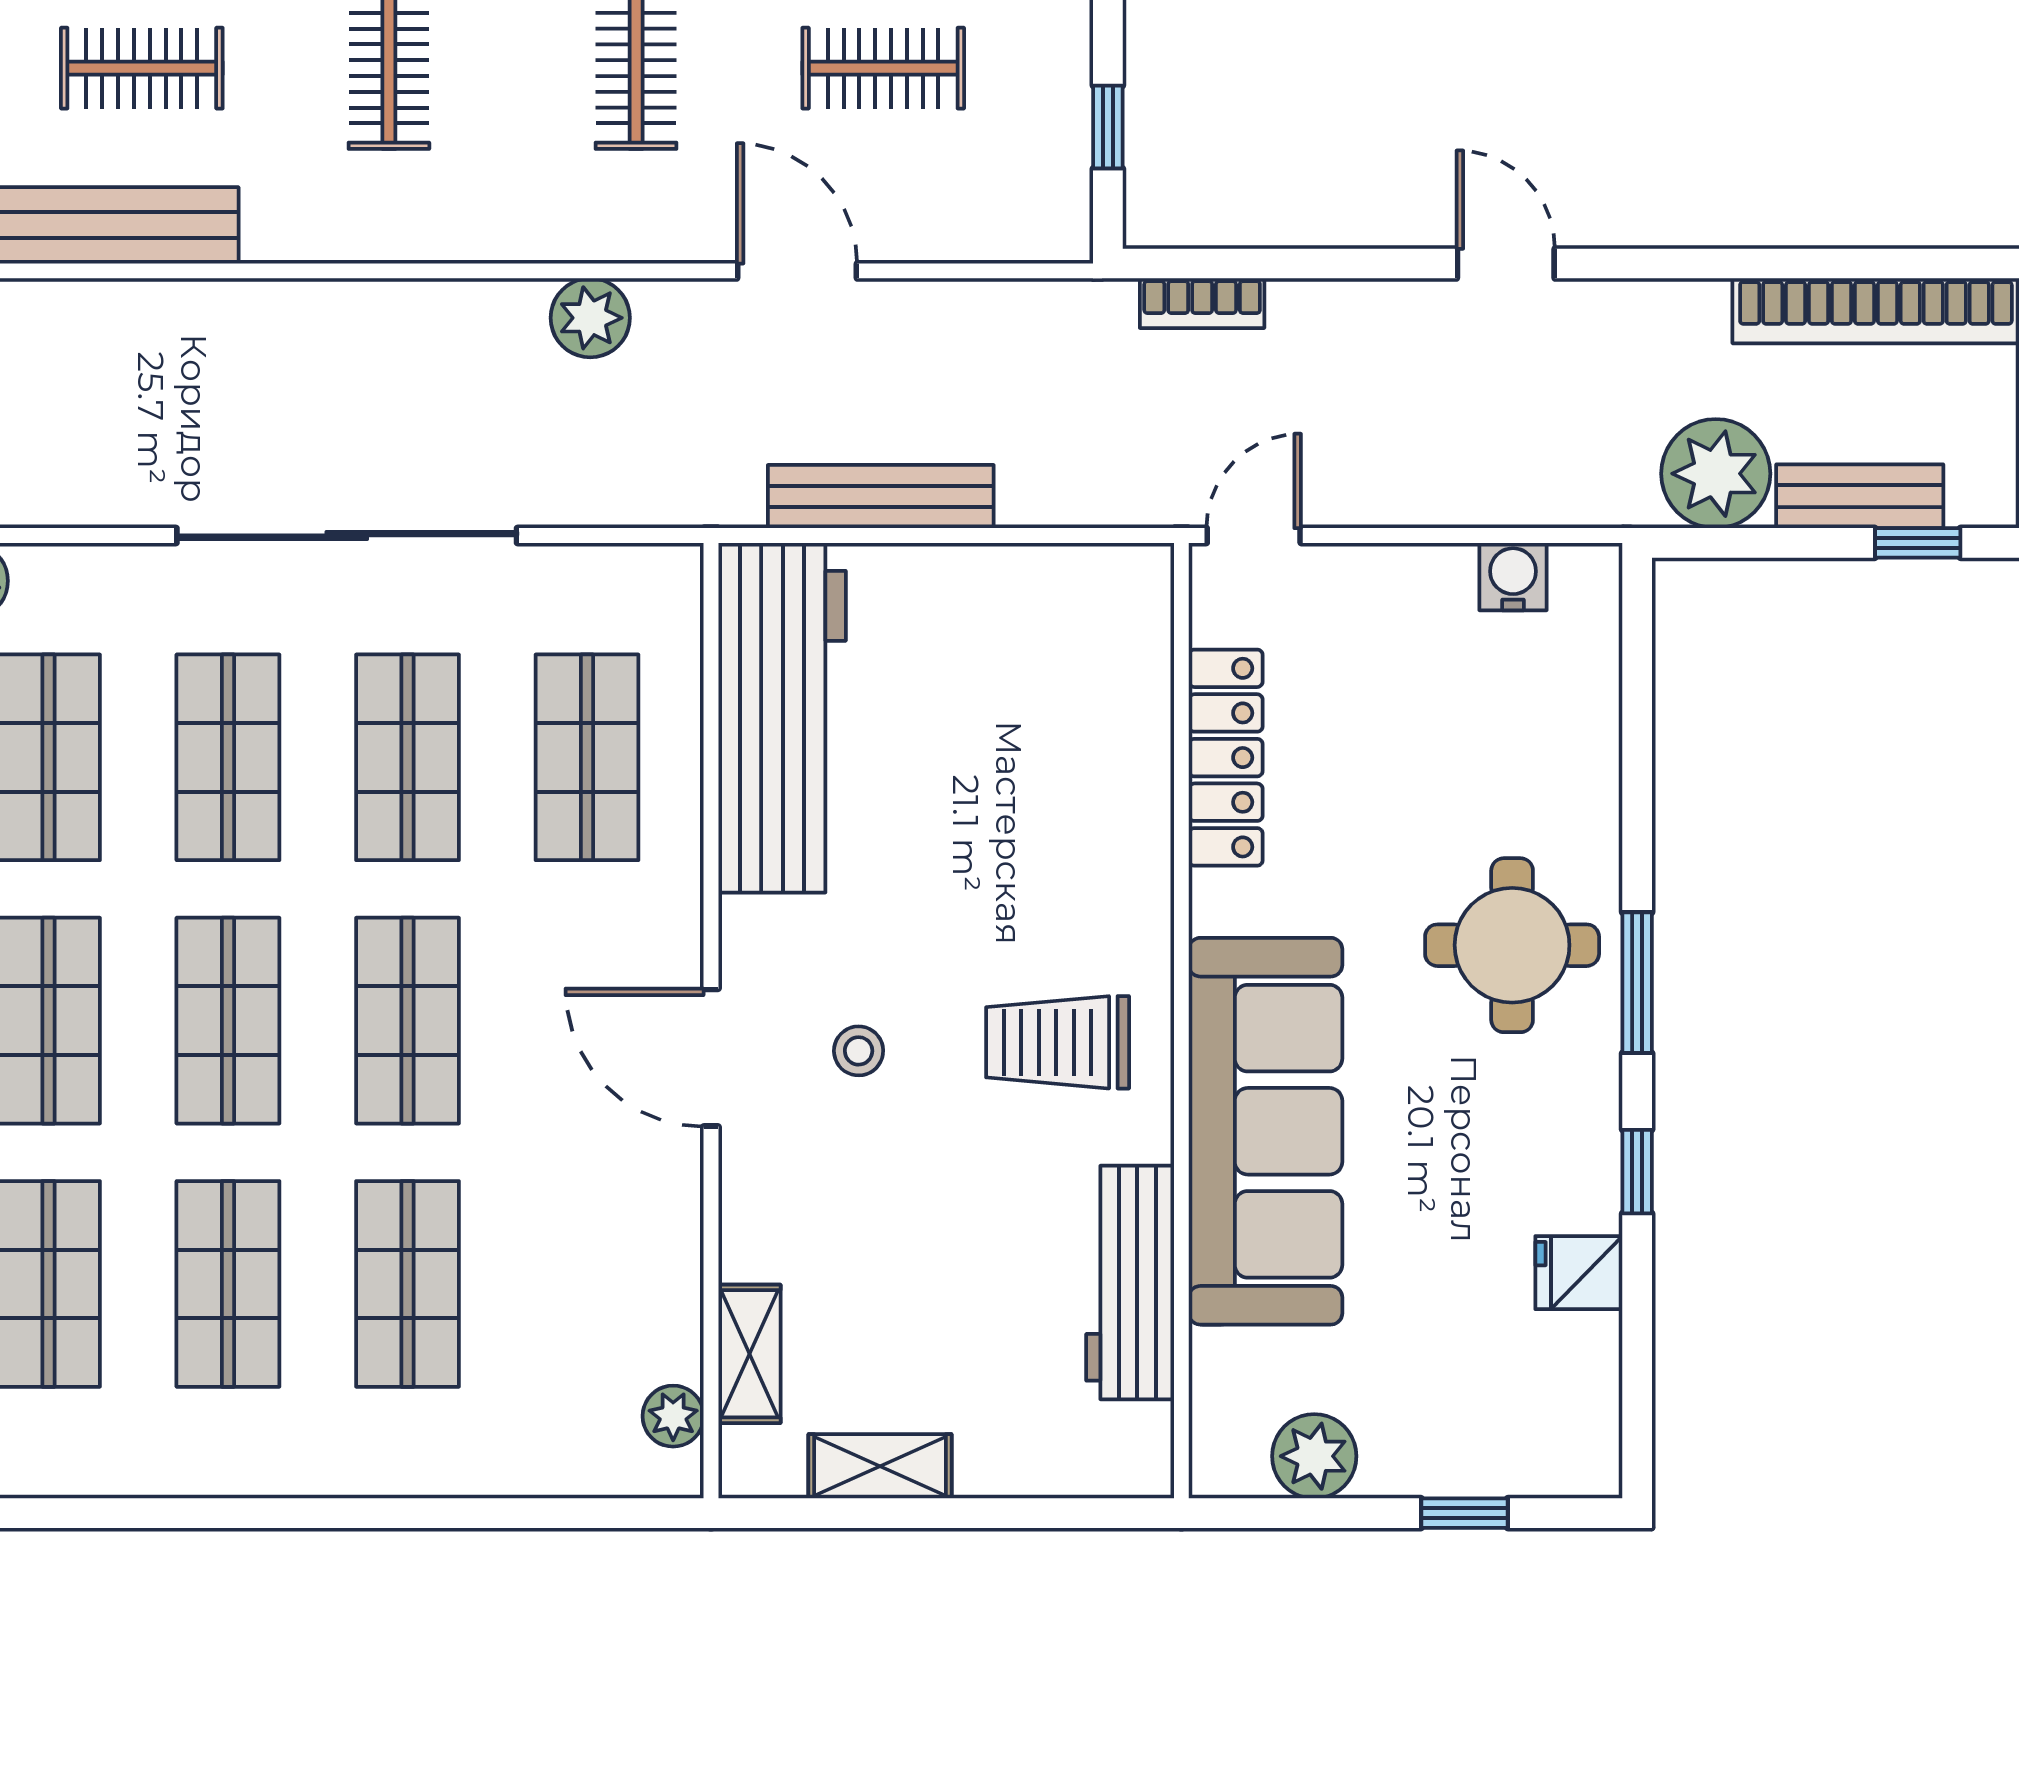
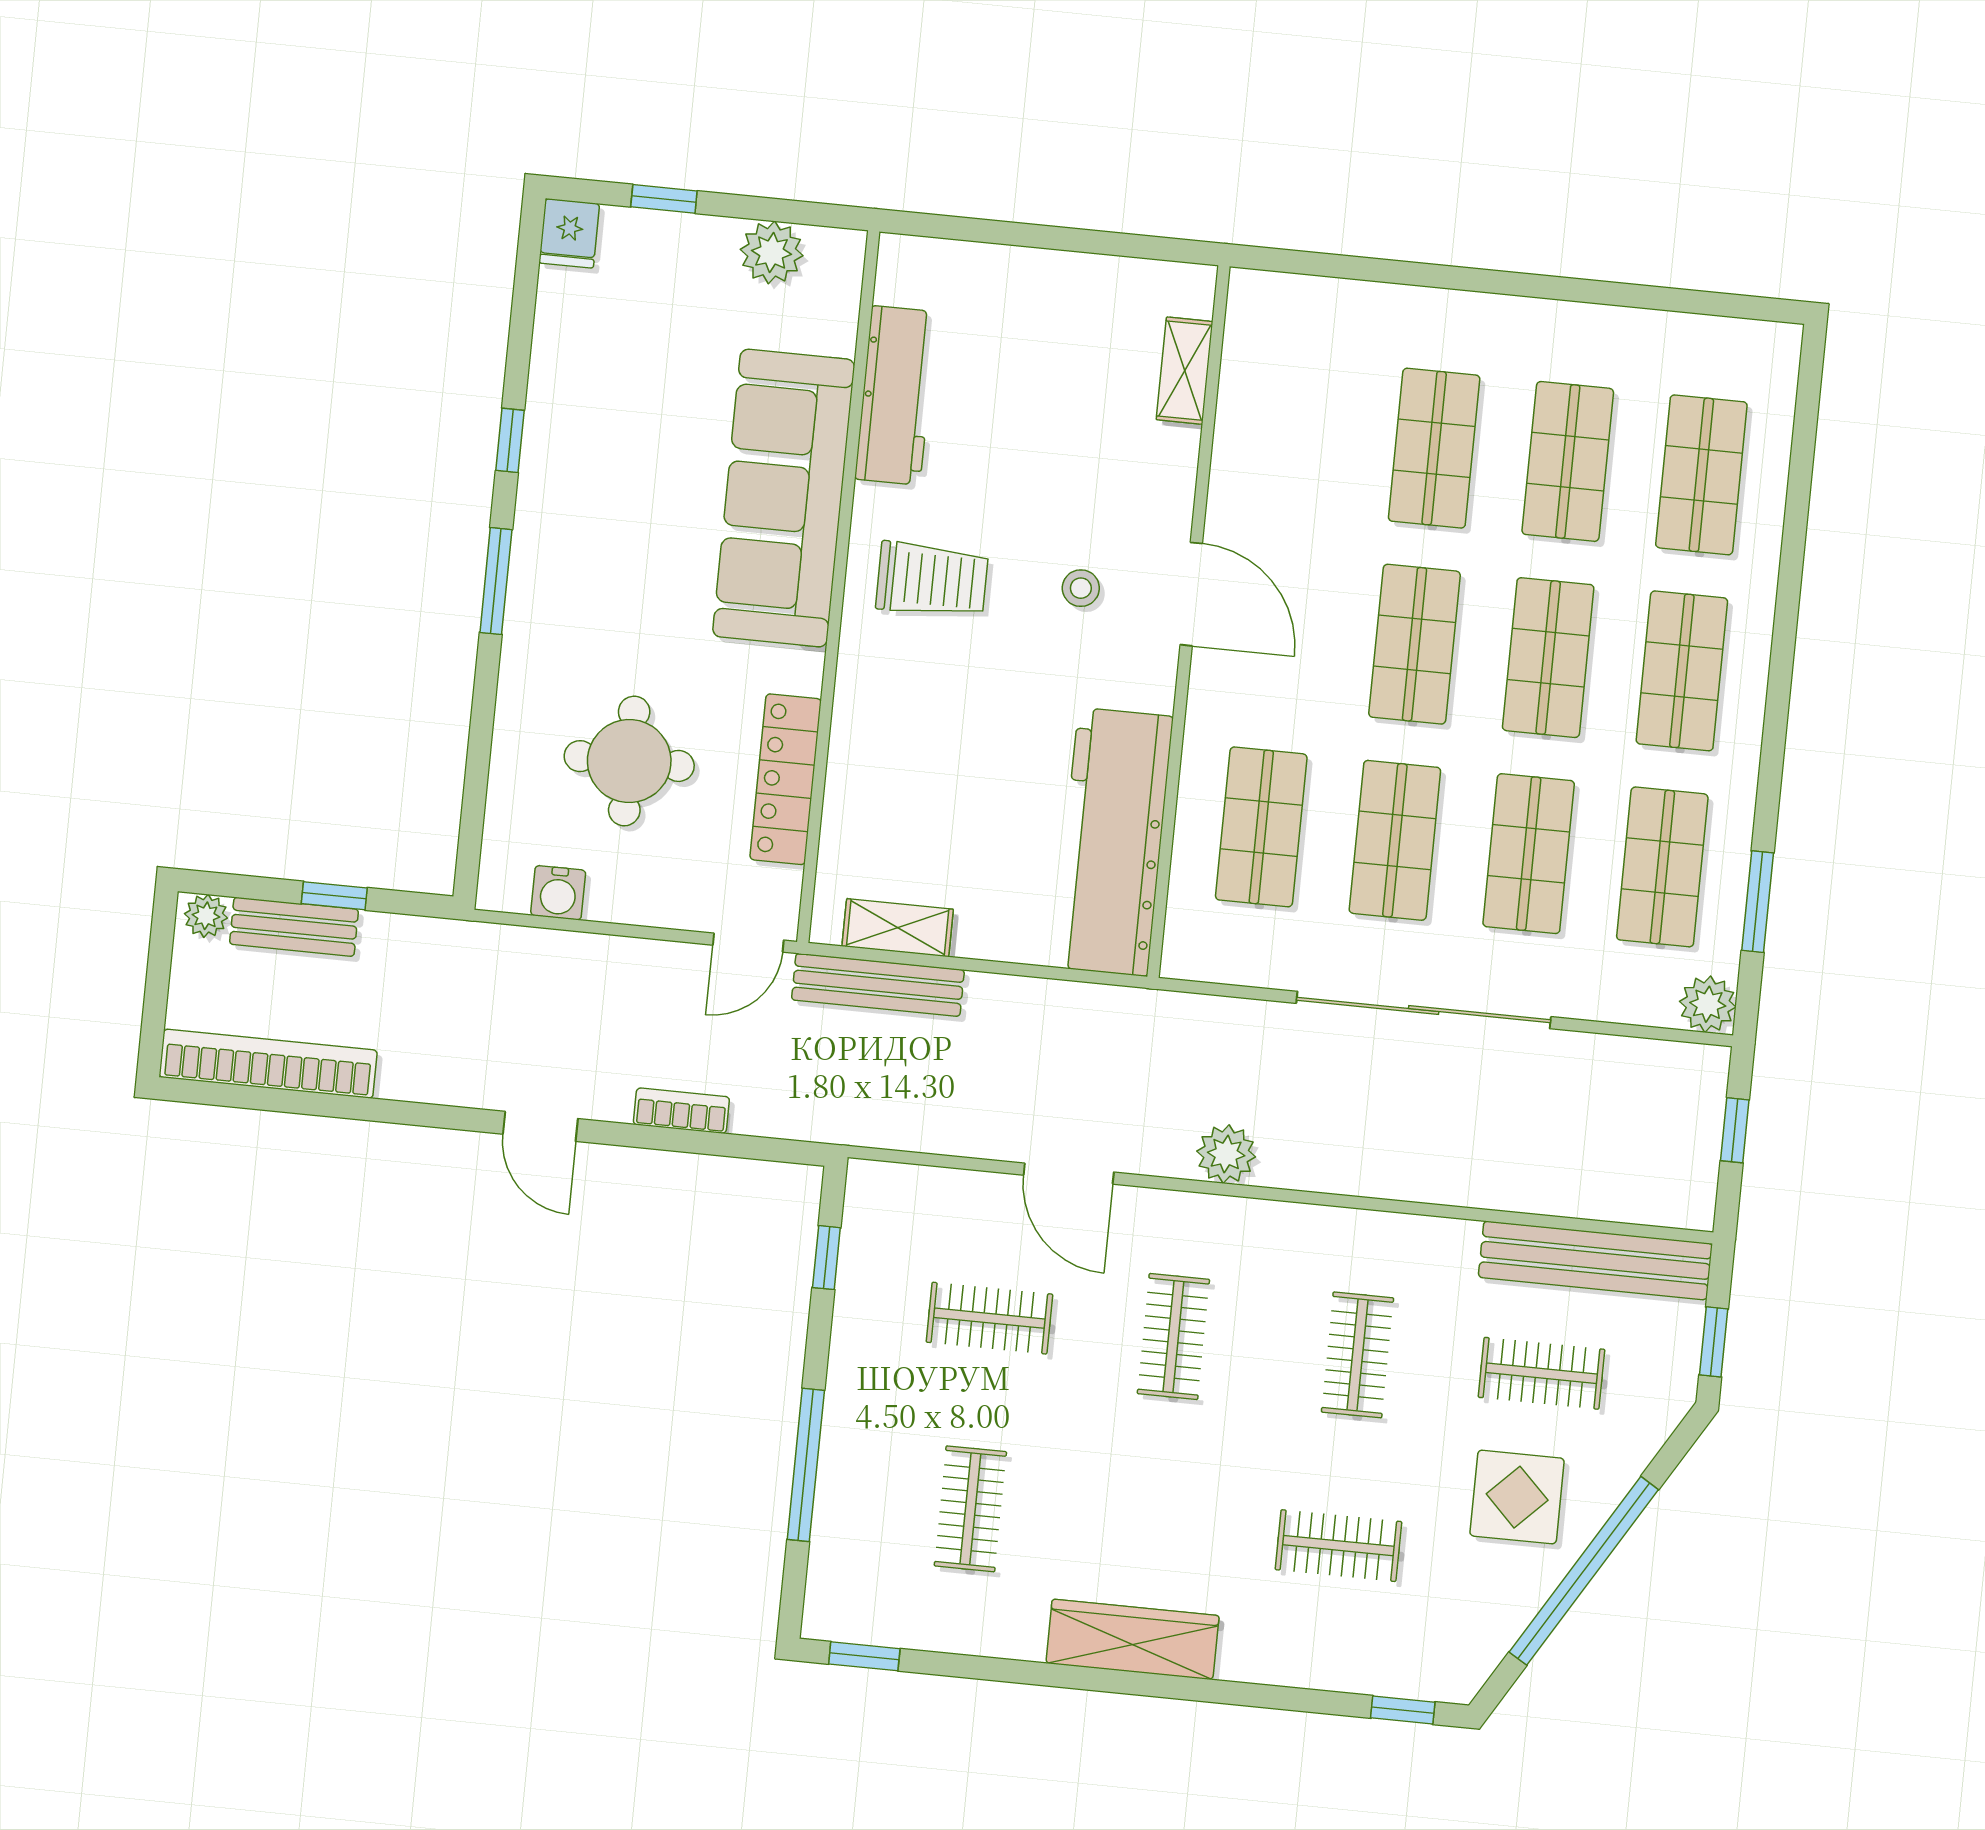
bookcase: (1202, 303) -> (681, 1111), moved
plant: (1716, 474) -> (206, 916), moved, width x0.53, depth x0.53
bench: (881, 497) -> (878, 985), moved
window: (1918, 543) -> (334, 896), moved
round table: (1512, 945) -> (629, 761), moved
fridge: (1579, 1273) -> (569, 233), moved, turned 90
plant: (673, 1416) -> (1246, 330), removed
shelving: (880, 1466) -> (898, 928), moved

